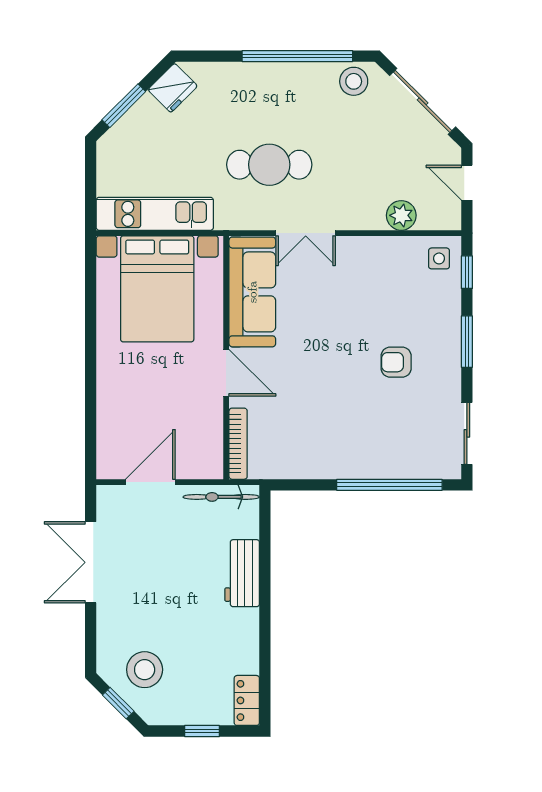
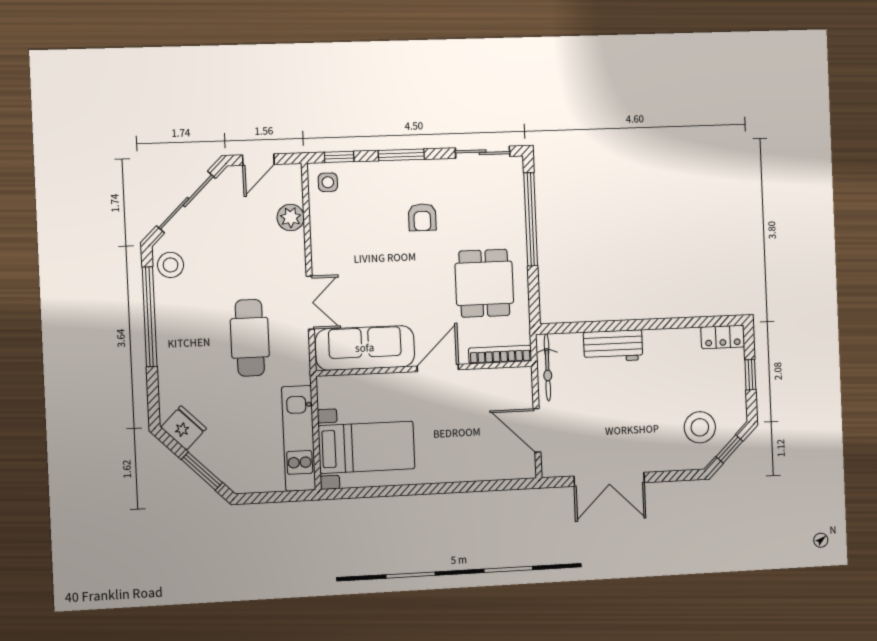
bed with nightstands: (157, 289) -> (367, 447), width x0.73
dining table: (319, 429) -> (484, 283), added

